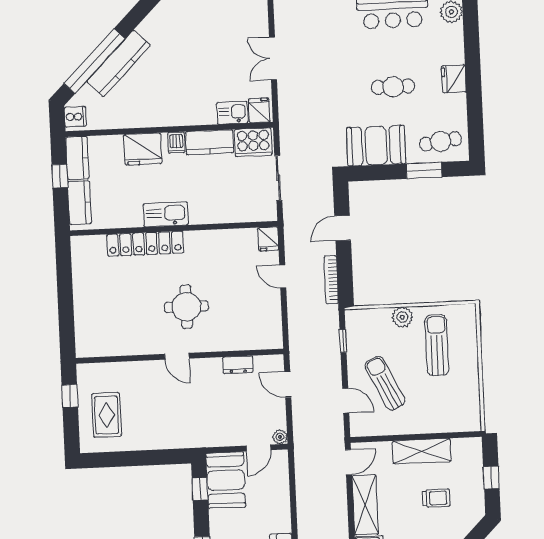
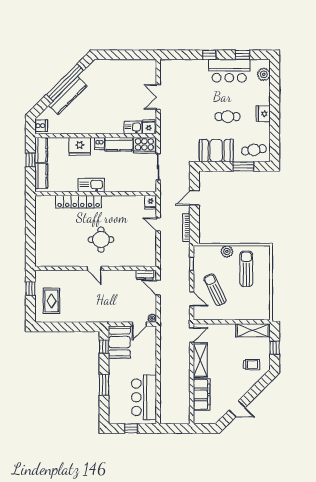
window: (94, 61) -> (65, 82), moved
dresser: (238, 365) -> (145, 275), moved
shelving: (422, 451) -> (253, 330), moved
trolley: (436, 498) -> (251, 365), moved

